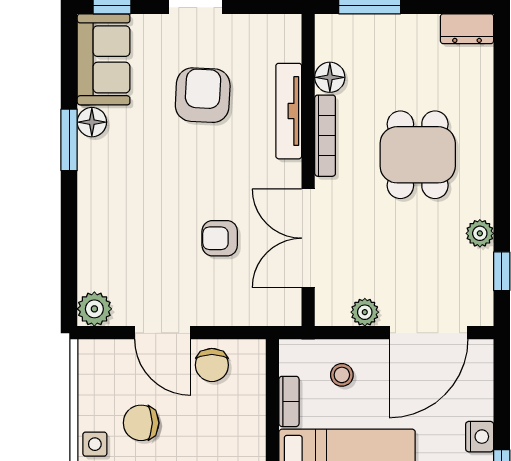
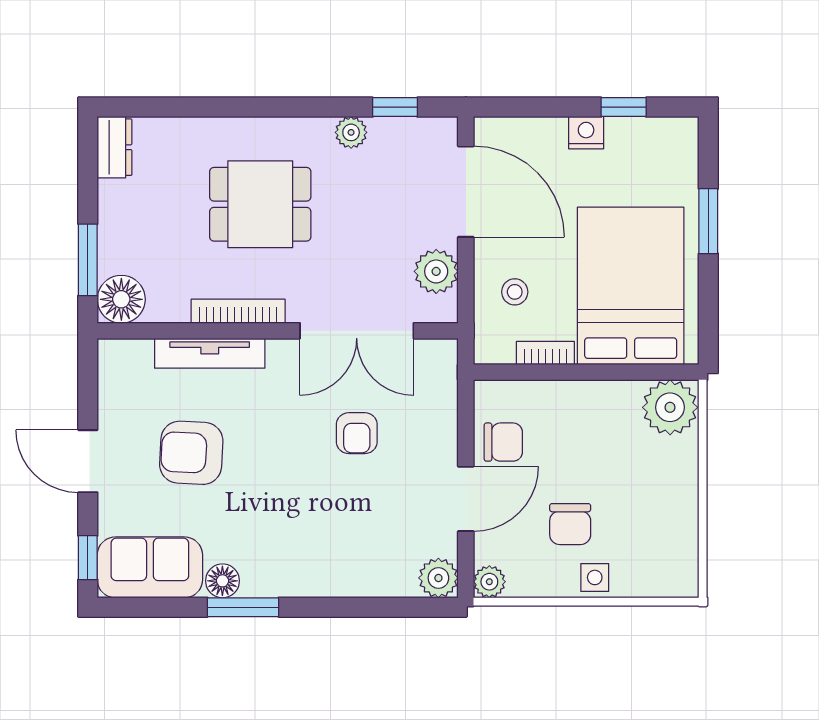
floor lamp: (330, 77) -> (121, 299), moved, width x1.38, depth x1.38
plant: (365, 312) -> (436, 271), width x1.38, depth x1.38
plant: (91, 353) -> (489, 582), added

